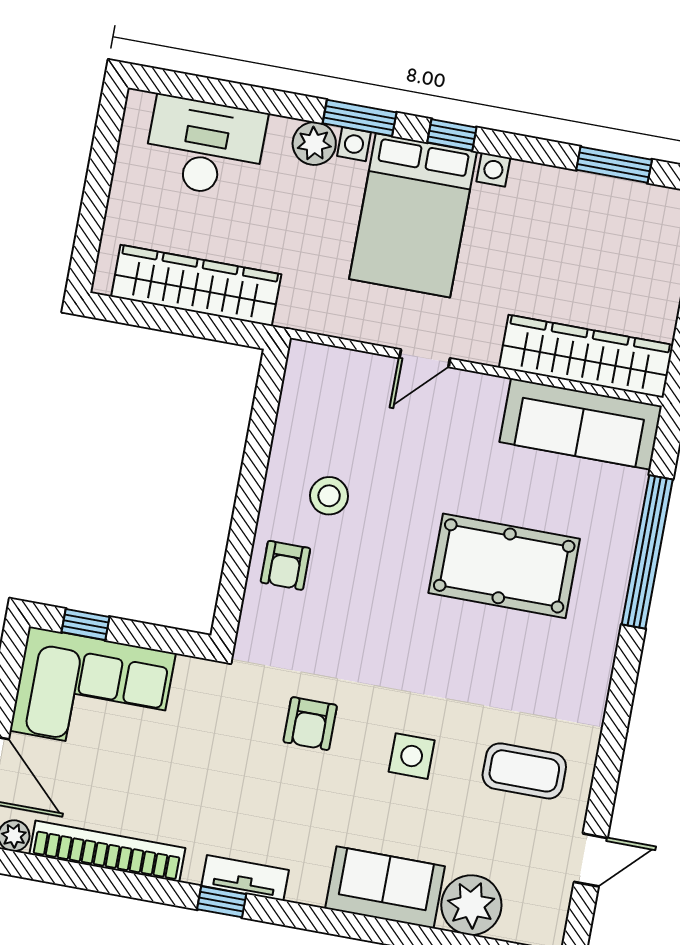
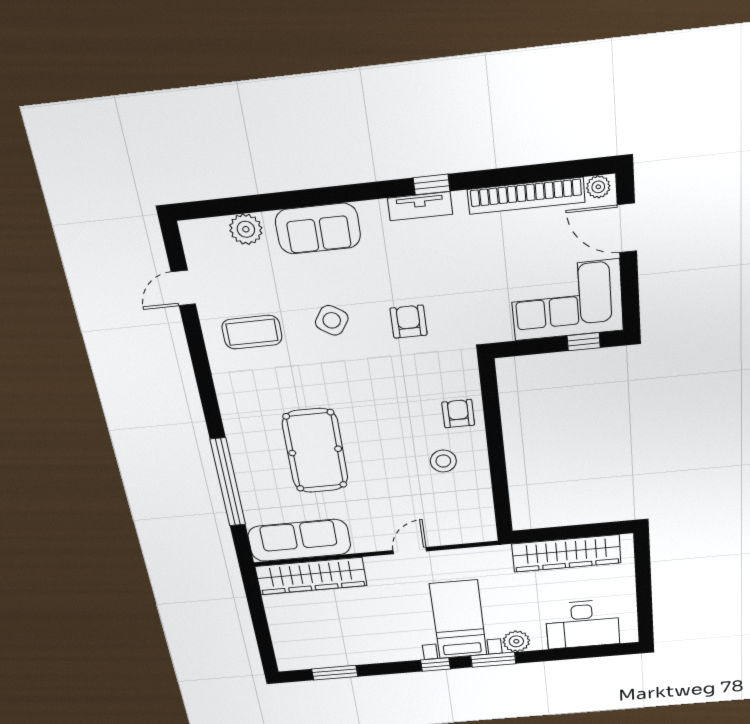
bed with nightstands: (413, 215) -> (458, 620), width x0.73
pool table: (504, 566) -> (315, 451), turned 90
side table: (412, 756) -> (332, 320), turned 33
plant: (471, 905) -> (246, 229), width x0.73, depth x0.73

